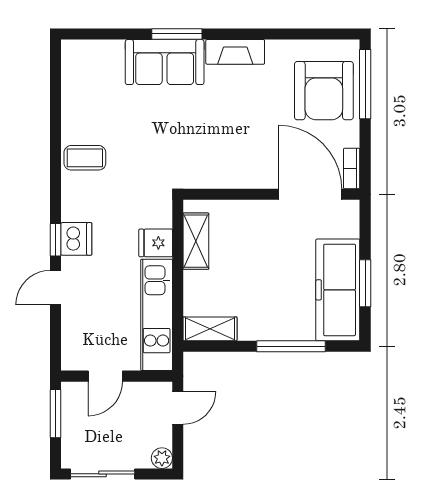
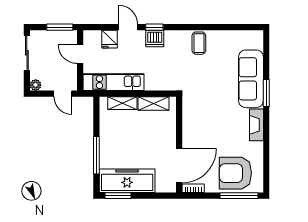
sofa: (165, 62) -> (251, 79), width x1.36
fridge: (156, 243) -> (109, 39), moved, turned 180
window: (365, 283) -> (118, 196), moved
shelving: (210, 329) -> (122, 103), moved, turned 90

